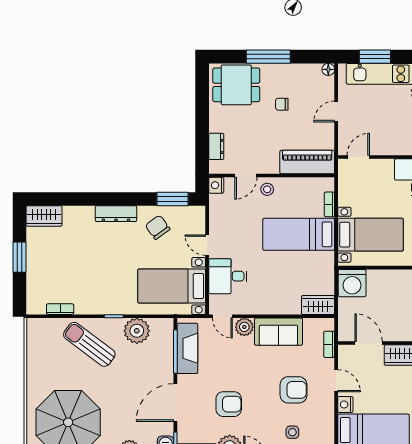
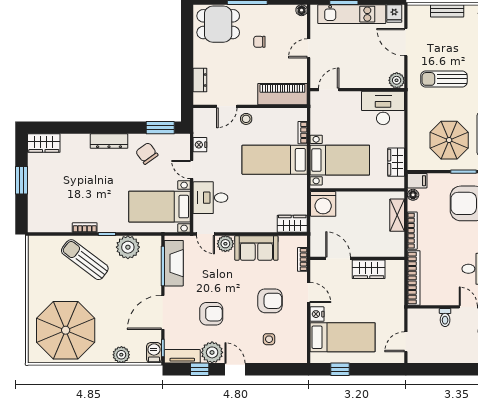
nightstand: (216, 185) -> (200, 145), moved
bookcase: (60, 309) -> (85, 228), moved

